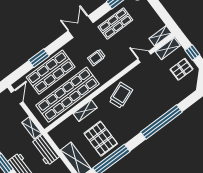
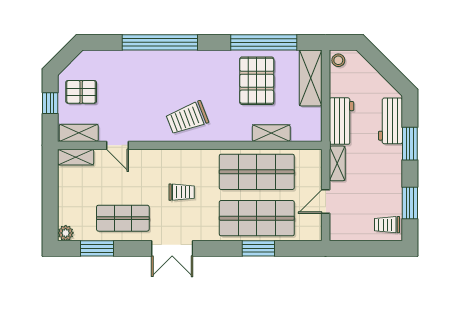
shop shelf: (68, 95) -> (257, 172), width x0.71
door: (17, 97) -> (326, 202), moved
shelving: (85, 111) -> (271, 133), moved

